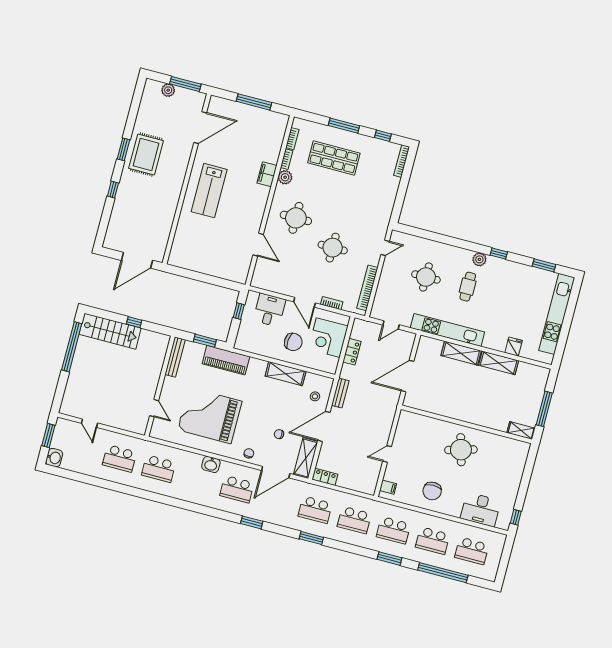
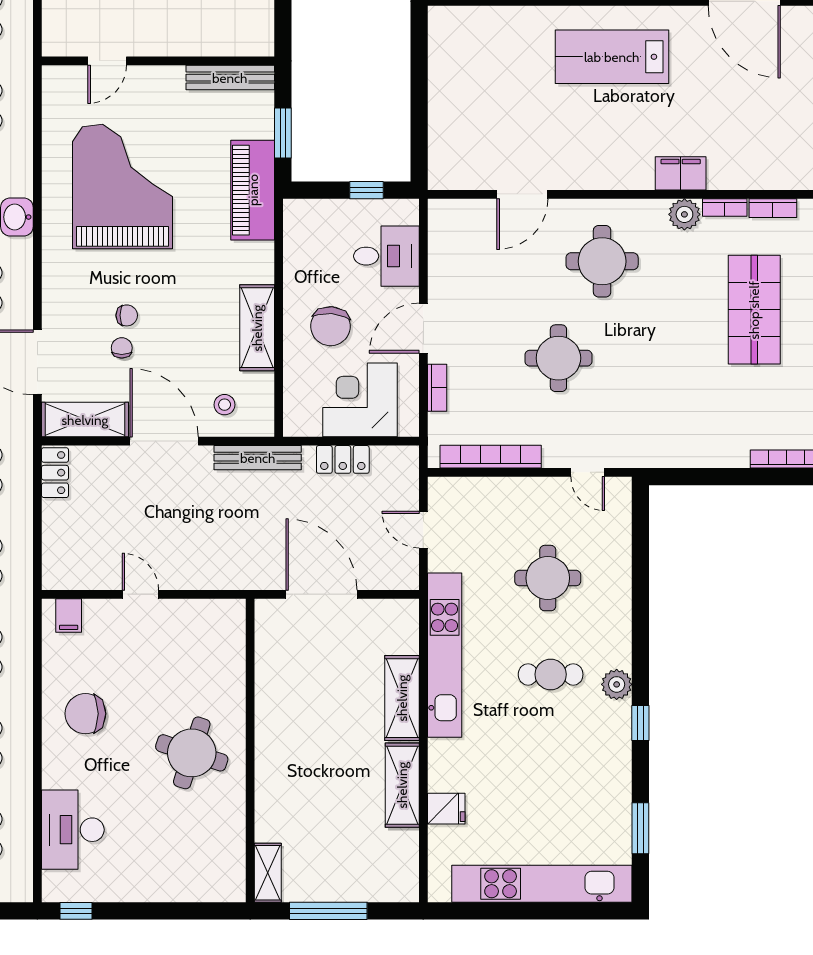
bench: (340, 393) -> (258, 458), width x1.36
round table: (461, 450) -> (192, 753), turned 34
chair: (249, 453) -> (127, 315), moved

